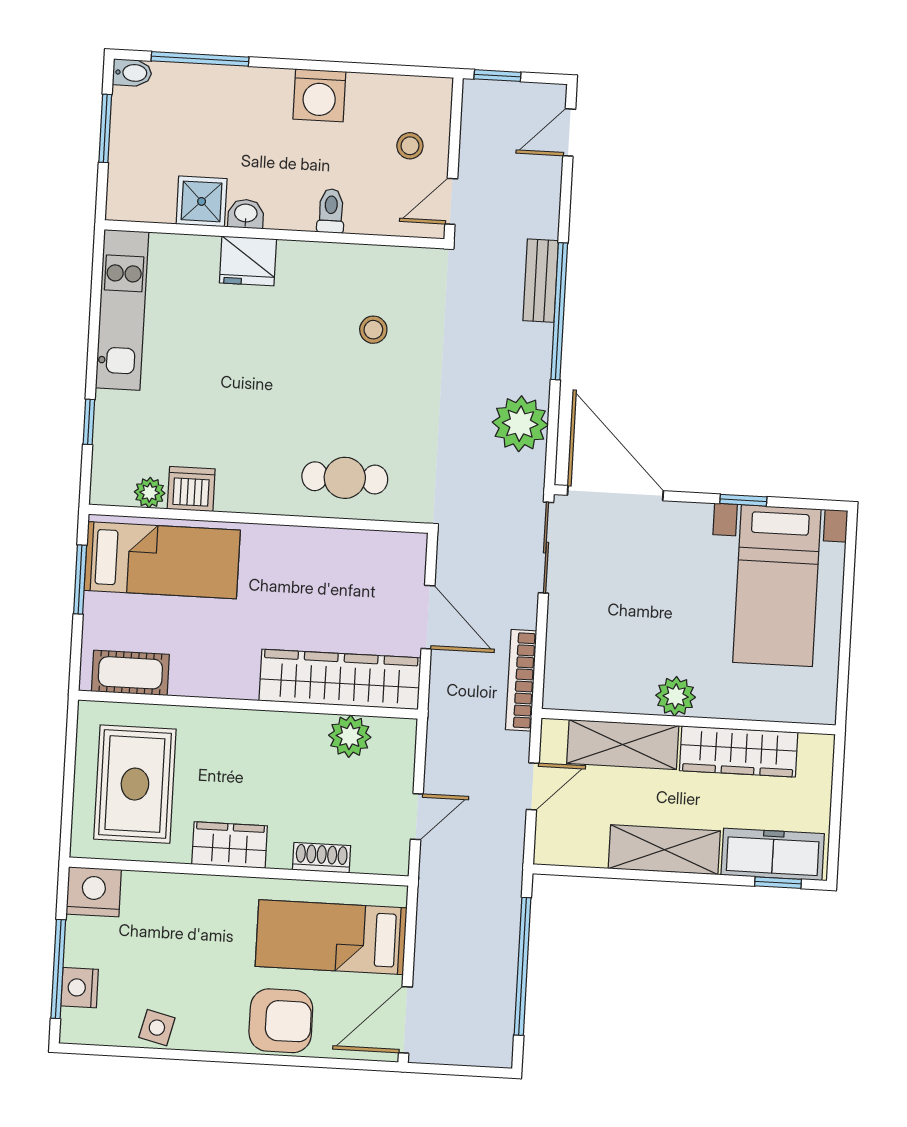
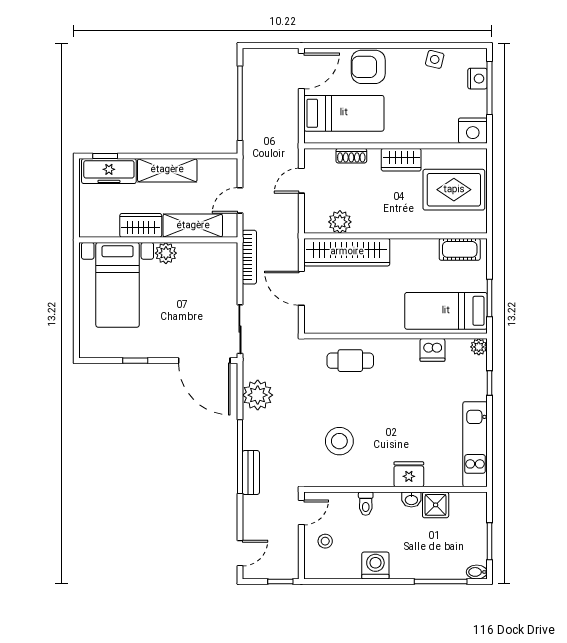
stool: (373, 330) -> (339, 441), width x1.89, depth x1.89
plant: (150, 493) -> (479, 347), moved
bed with nightstands: (777, 586) -> (118, 285), moved, turned 180
wardrobe: (739, 751) -> (141, 225), width x0.67
rug: (135, 784) -> (454, 190), turned 90

